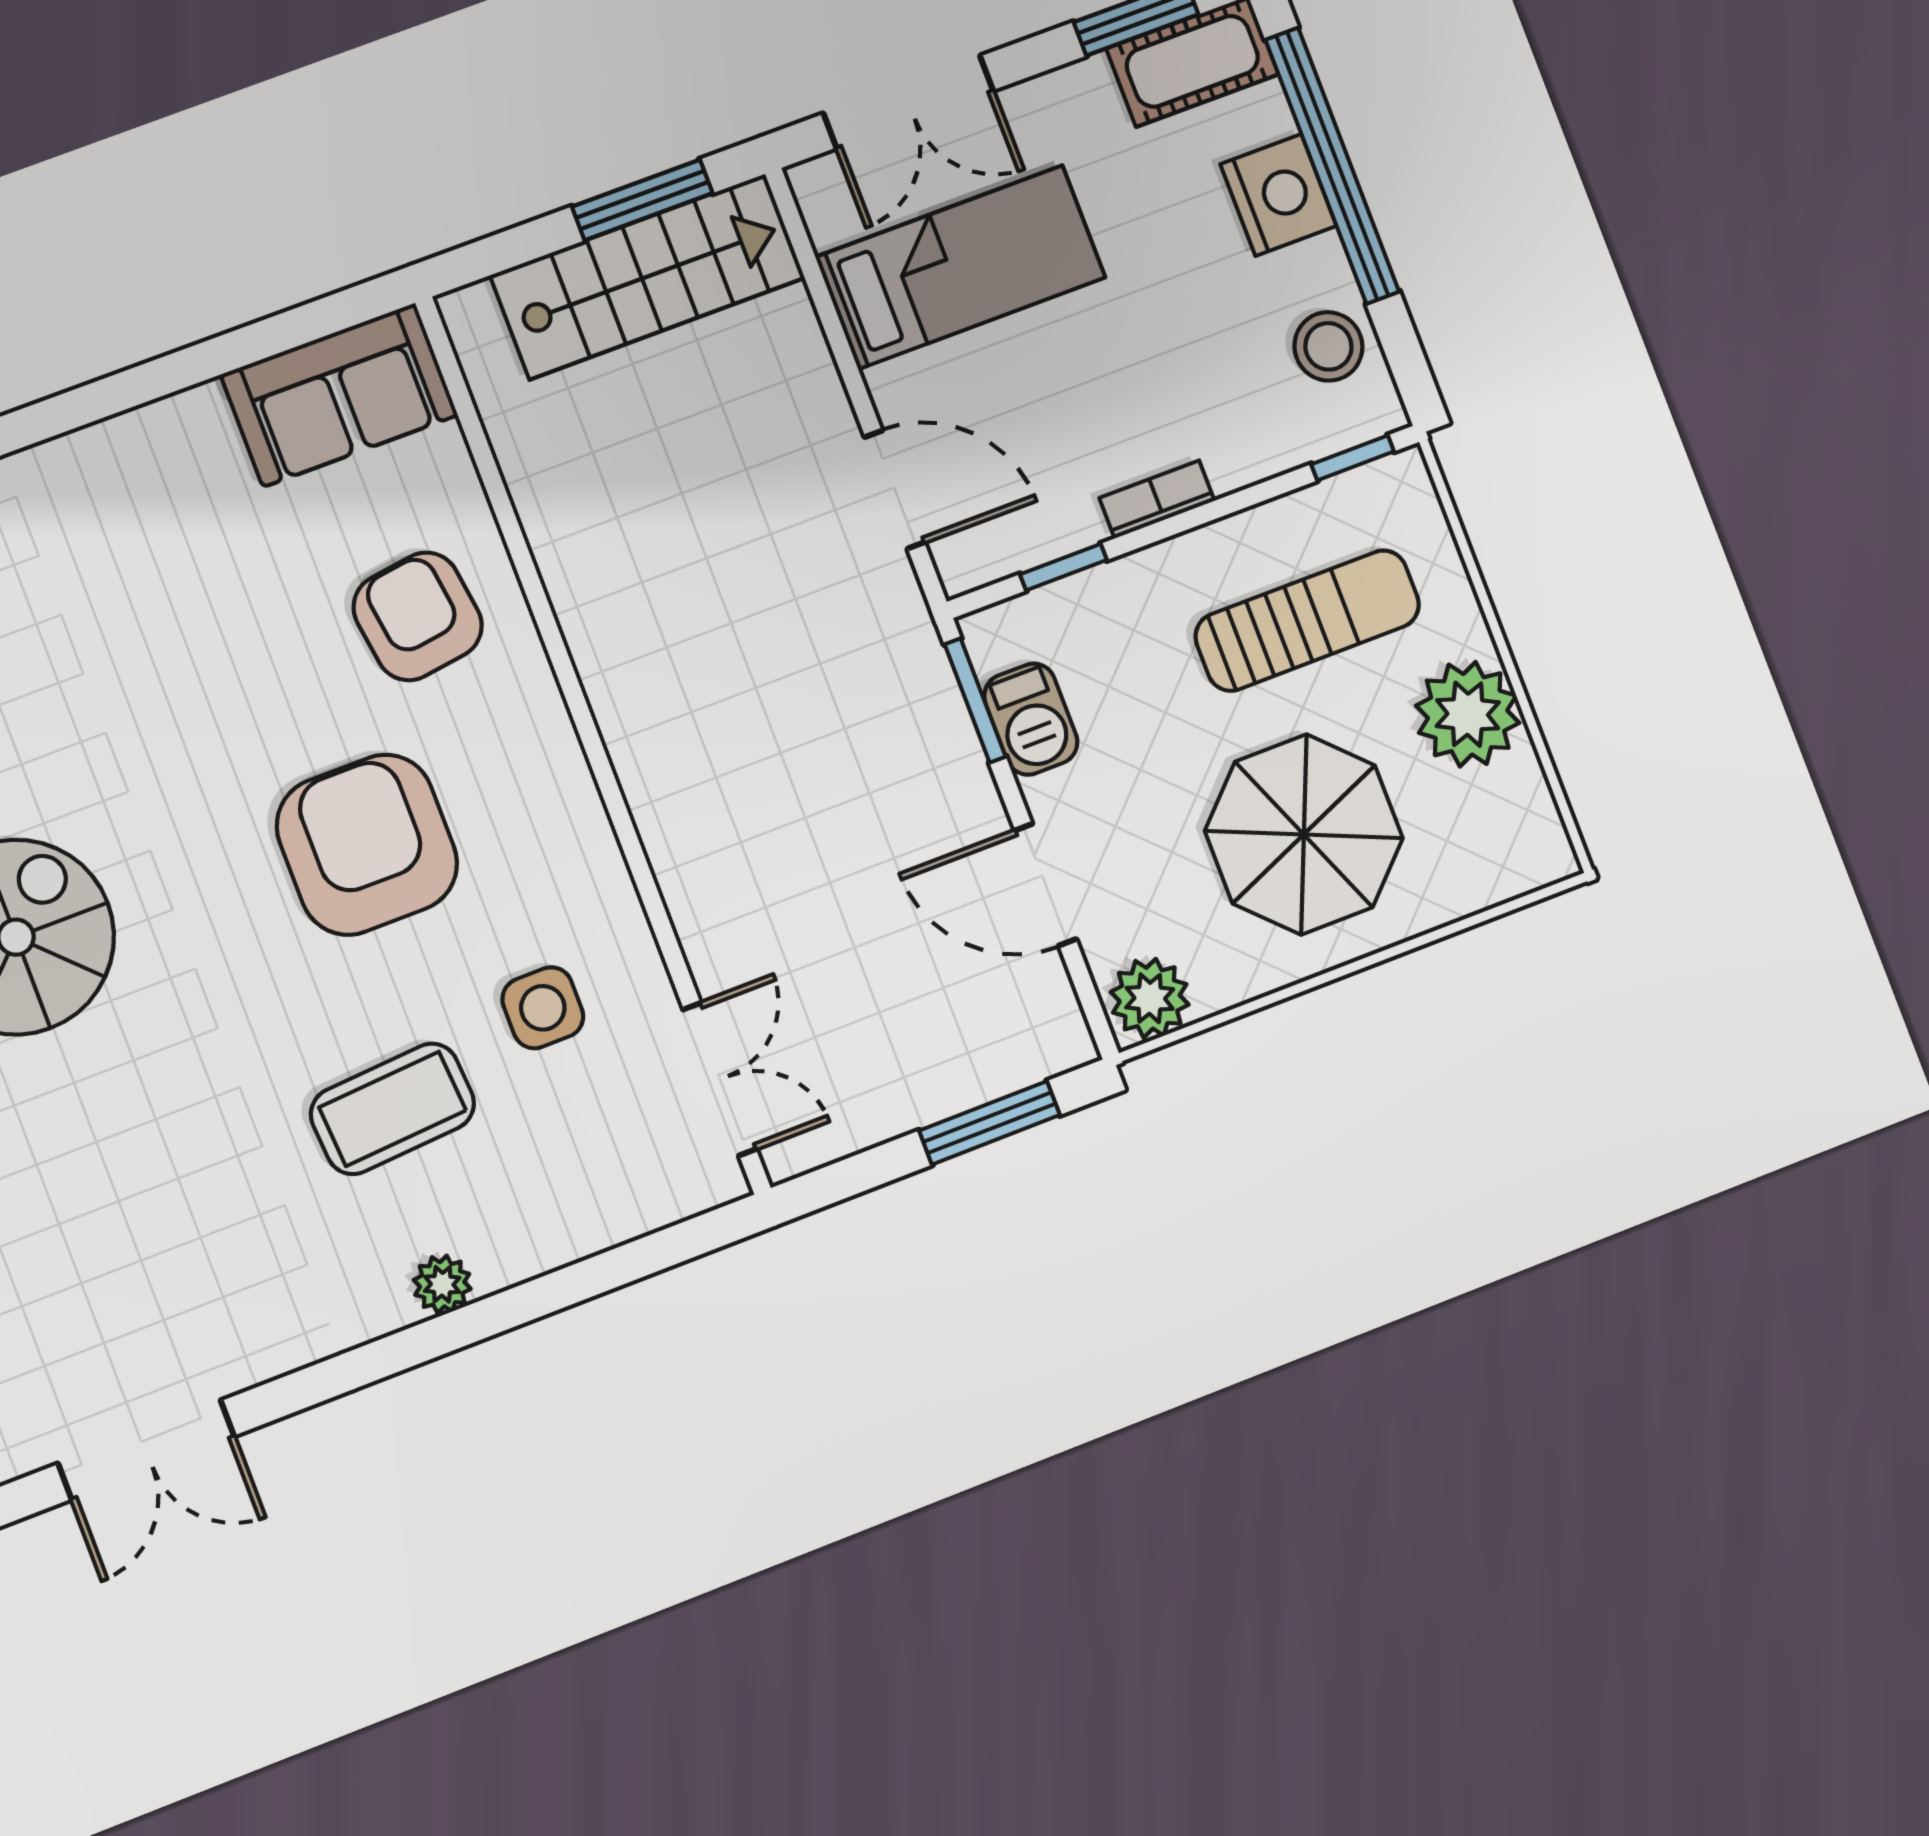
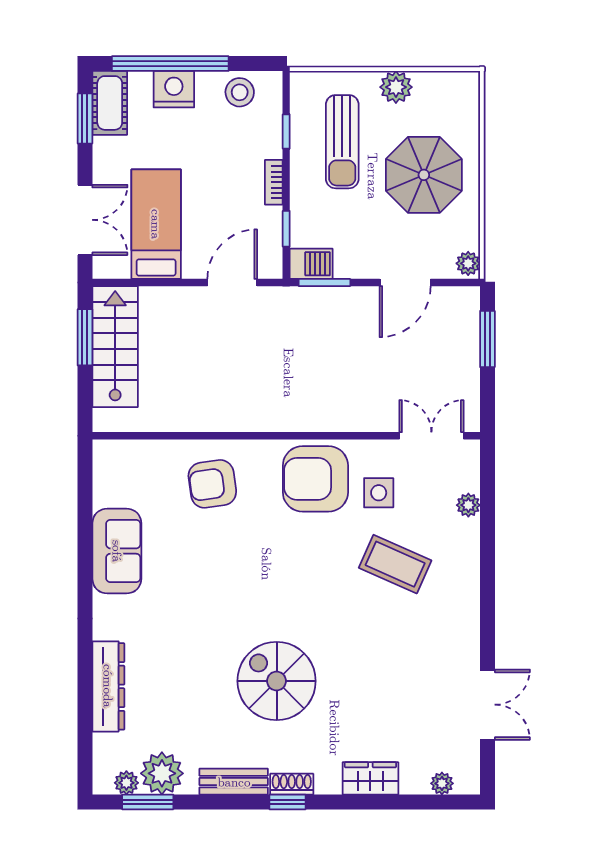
sofa: (339, 395) -> (117, 551), moved
window: (1353, 458) -> (286, 131), moved
sun lounger: (1307, 621) -> (342, 142), turned 180
plant: (1468, 714) -> (396, 87), width x0.73, depth x0.73
barbecue: (1031, 719) -> (311, 264), moved
armchair: (367, 845) -> (315, 479), moved
plant: (1150, 998) -> (468, 263), width x0.73, depth x0.73
coffee table: (393, 1109) -> (395, 564), turned -62
plant: (442, 1284) -> (468, 505), moved

